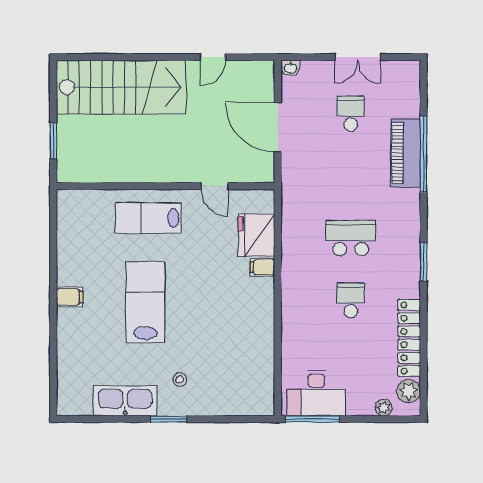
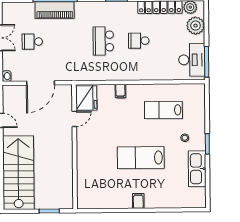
lab bench: (148, 218) -> (163, 110), moved, turned 90
fridge: (257, 235) -> (86, 98), moved, turned -90
plant: (384, 407) -> (196, 26), width x1.87, depth x1.87

